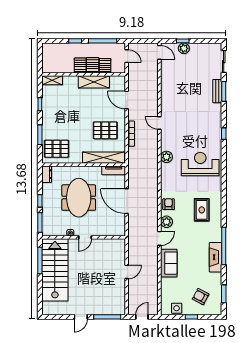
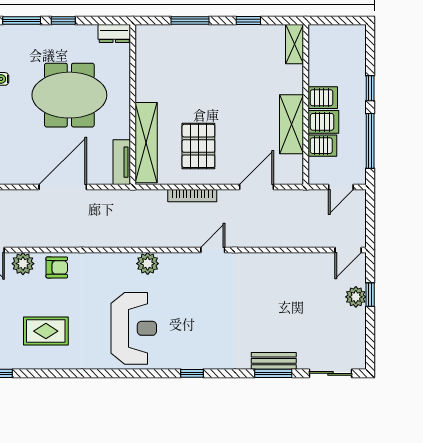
pallet: (57, 149) -> (163, 53), removed

